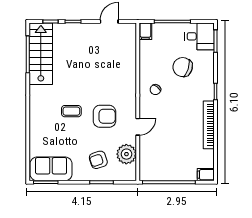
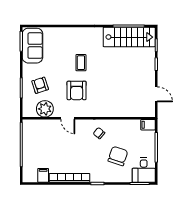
filing cabinet: (206, 175) -> (43, 175), moved

